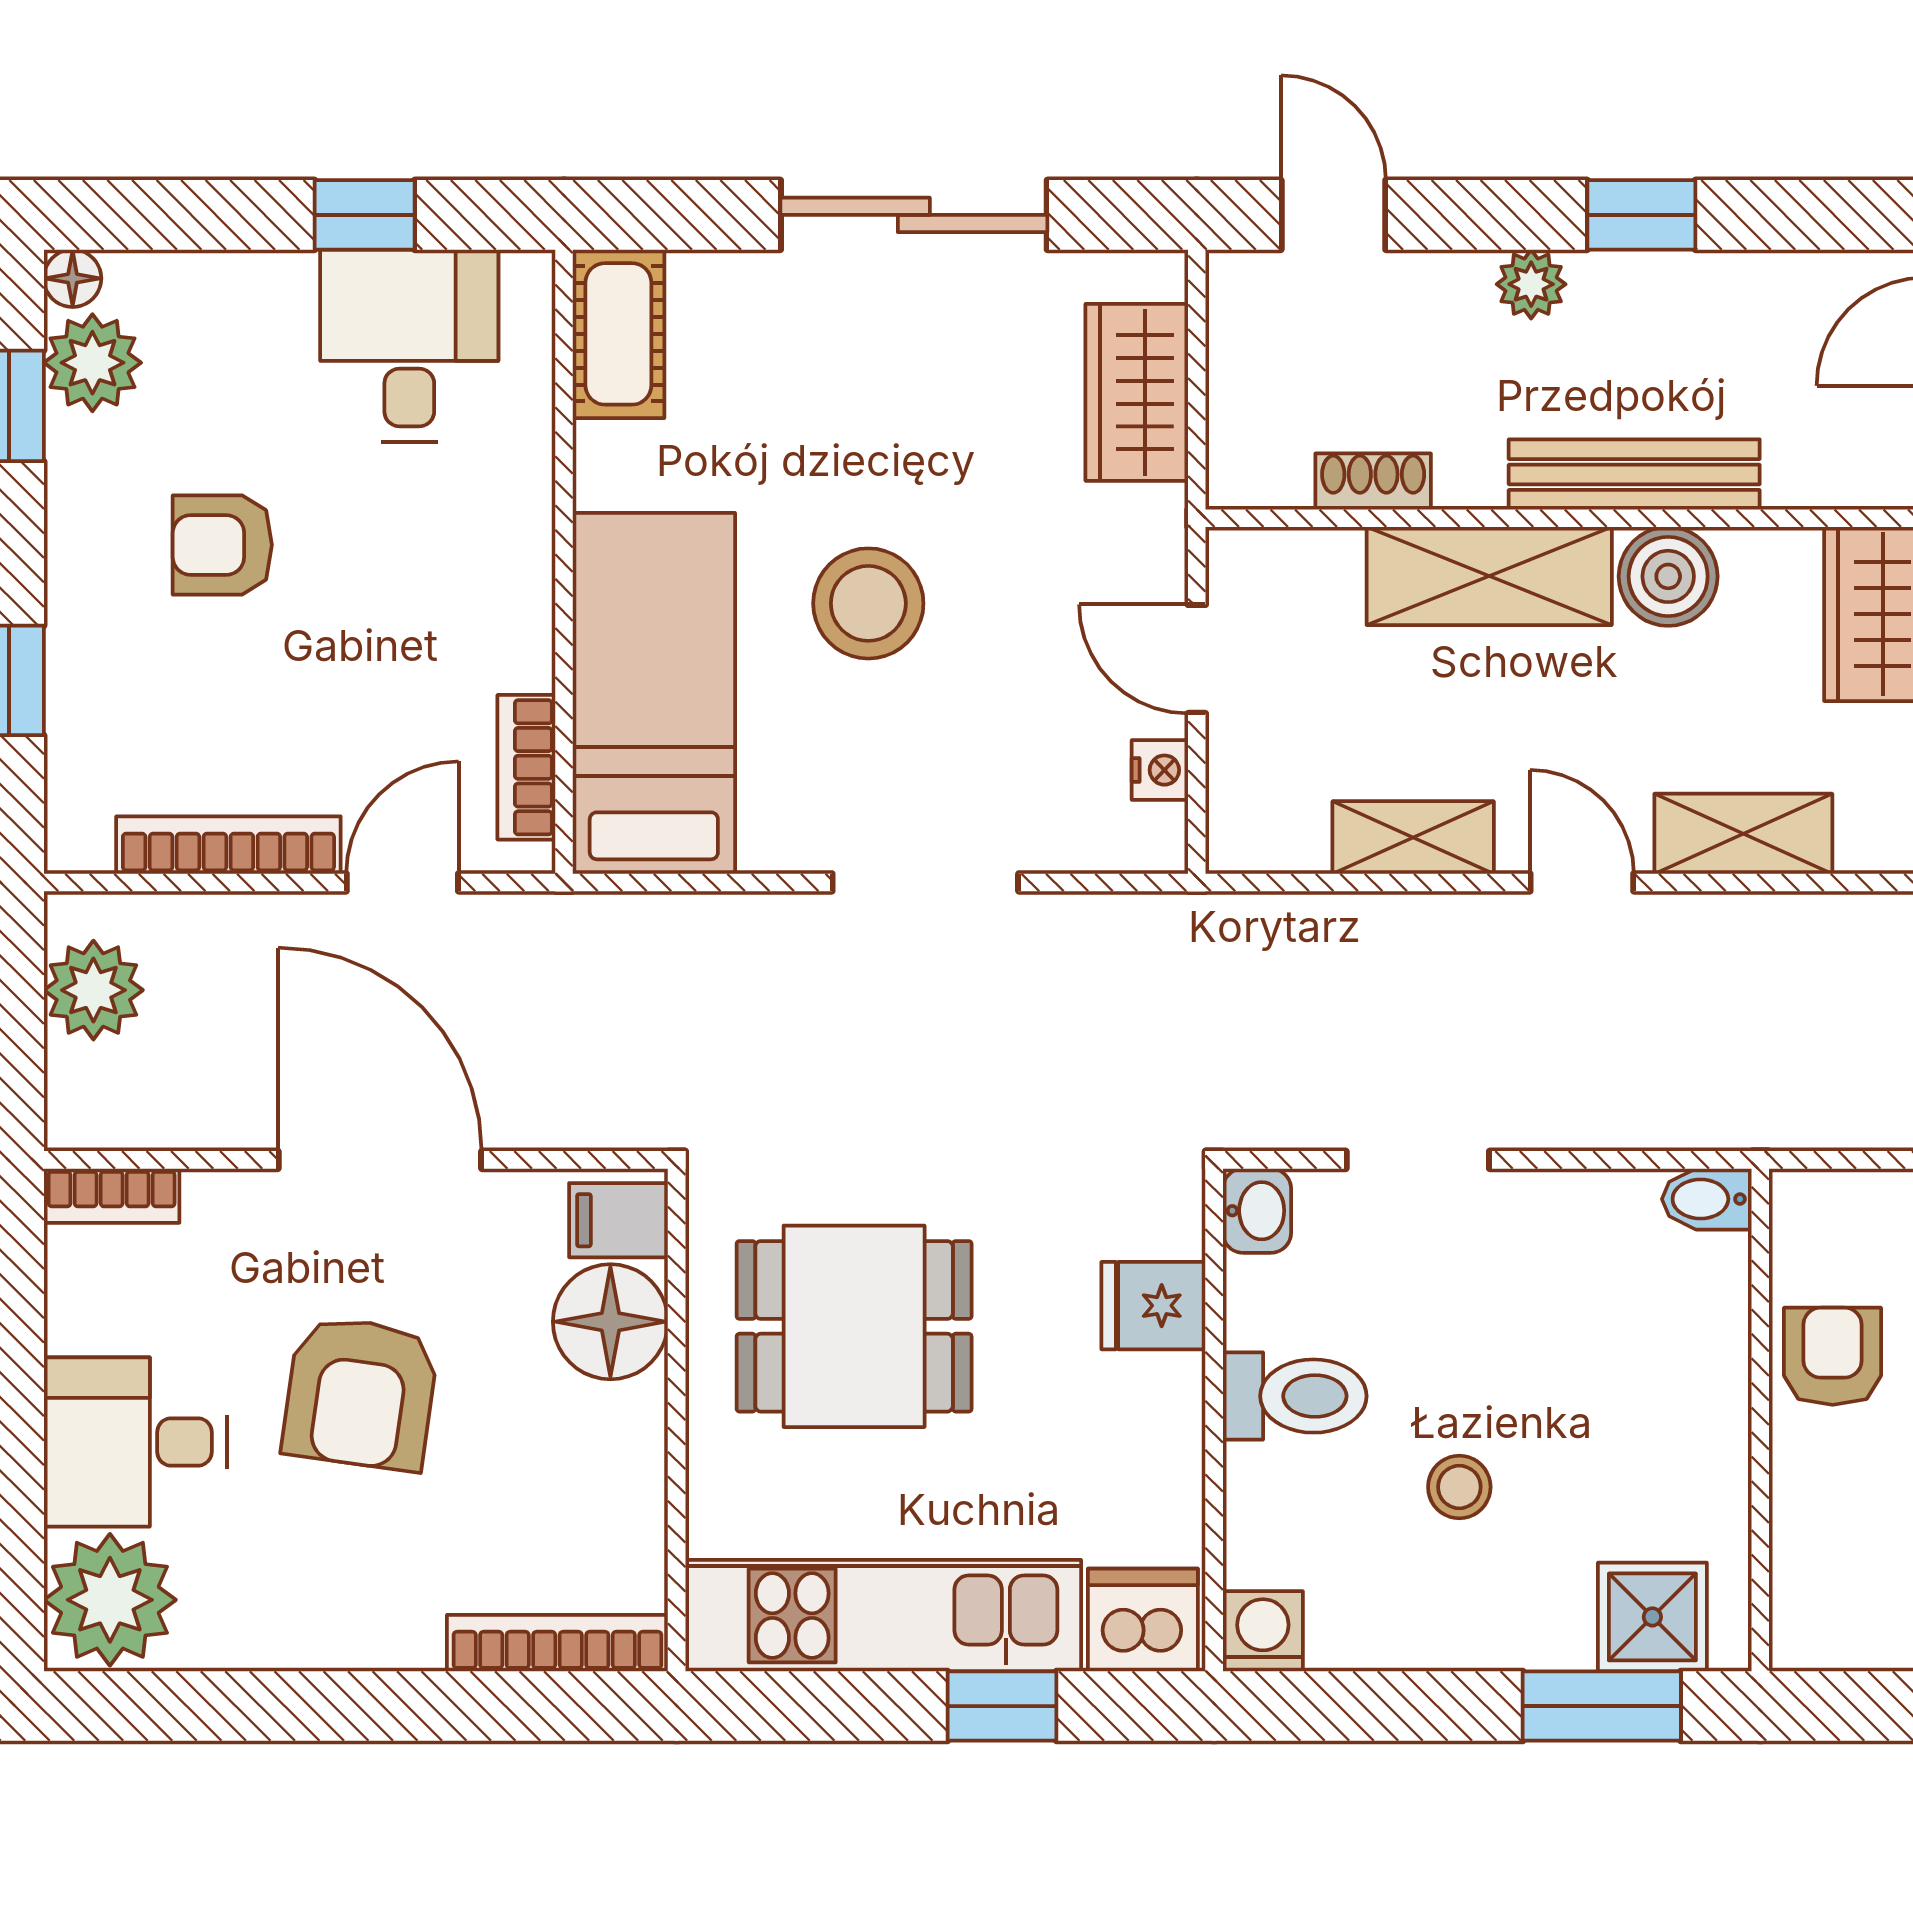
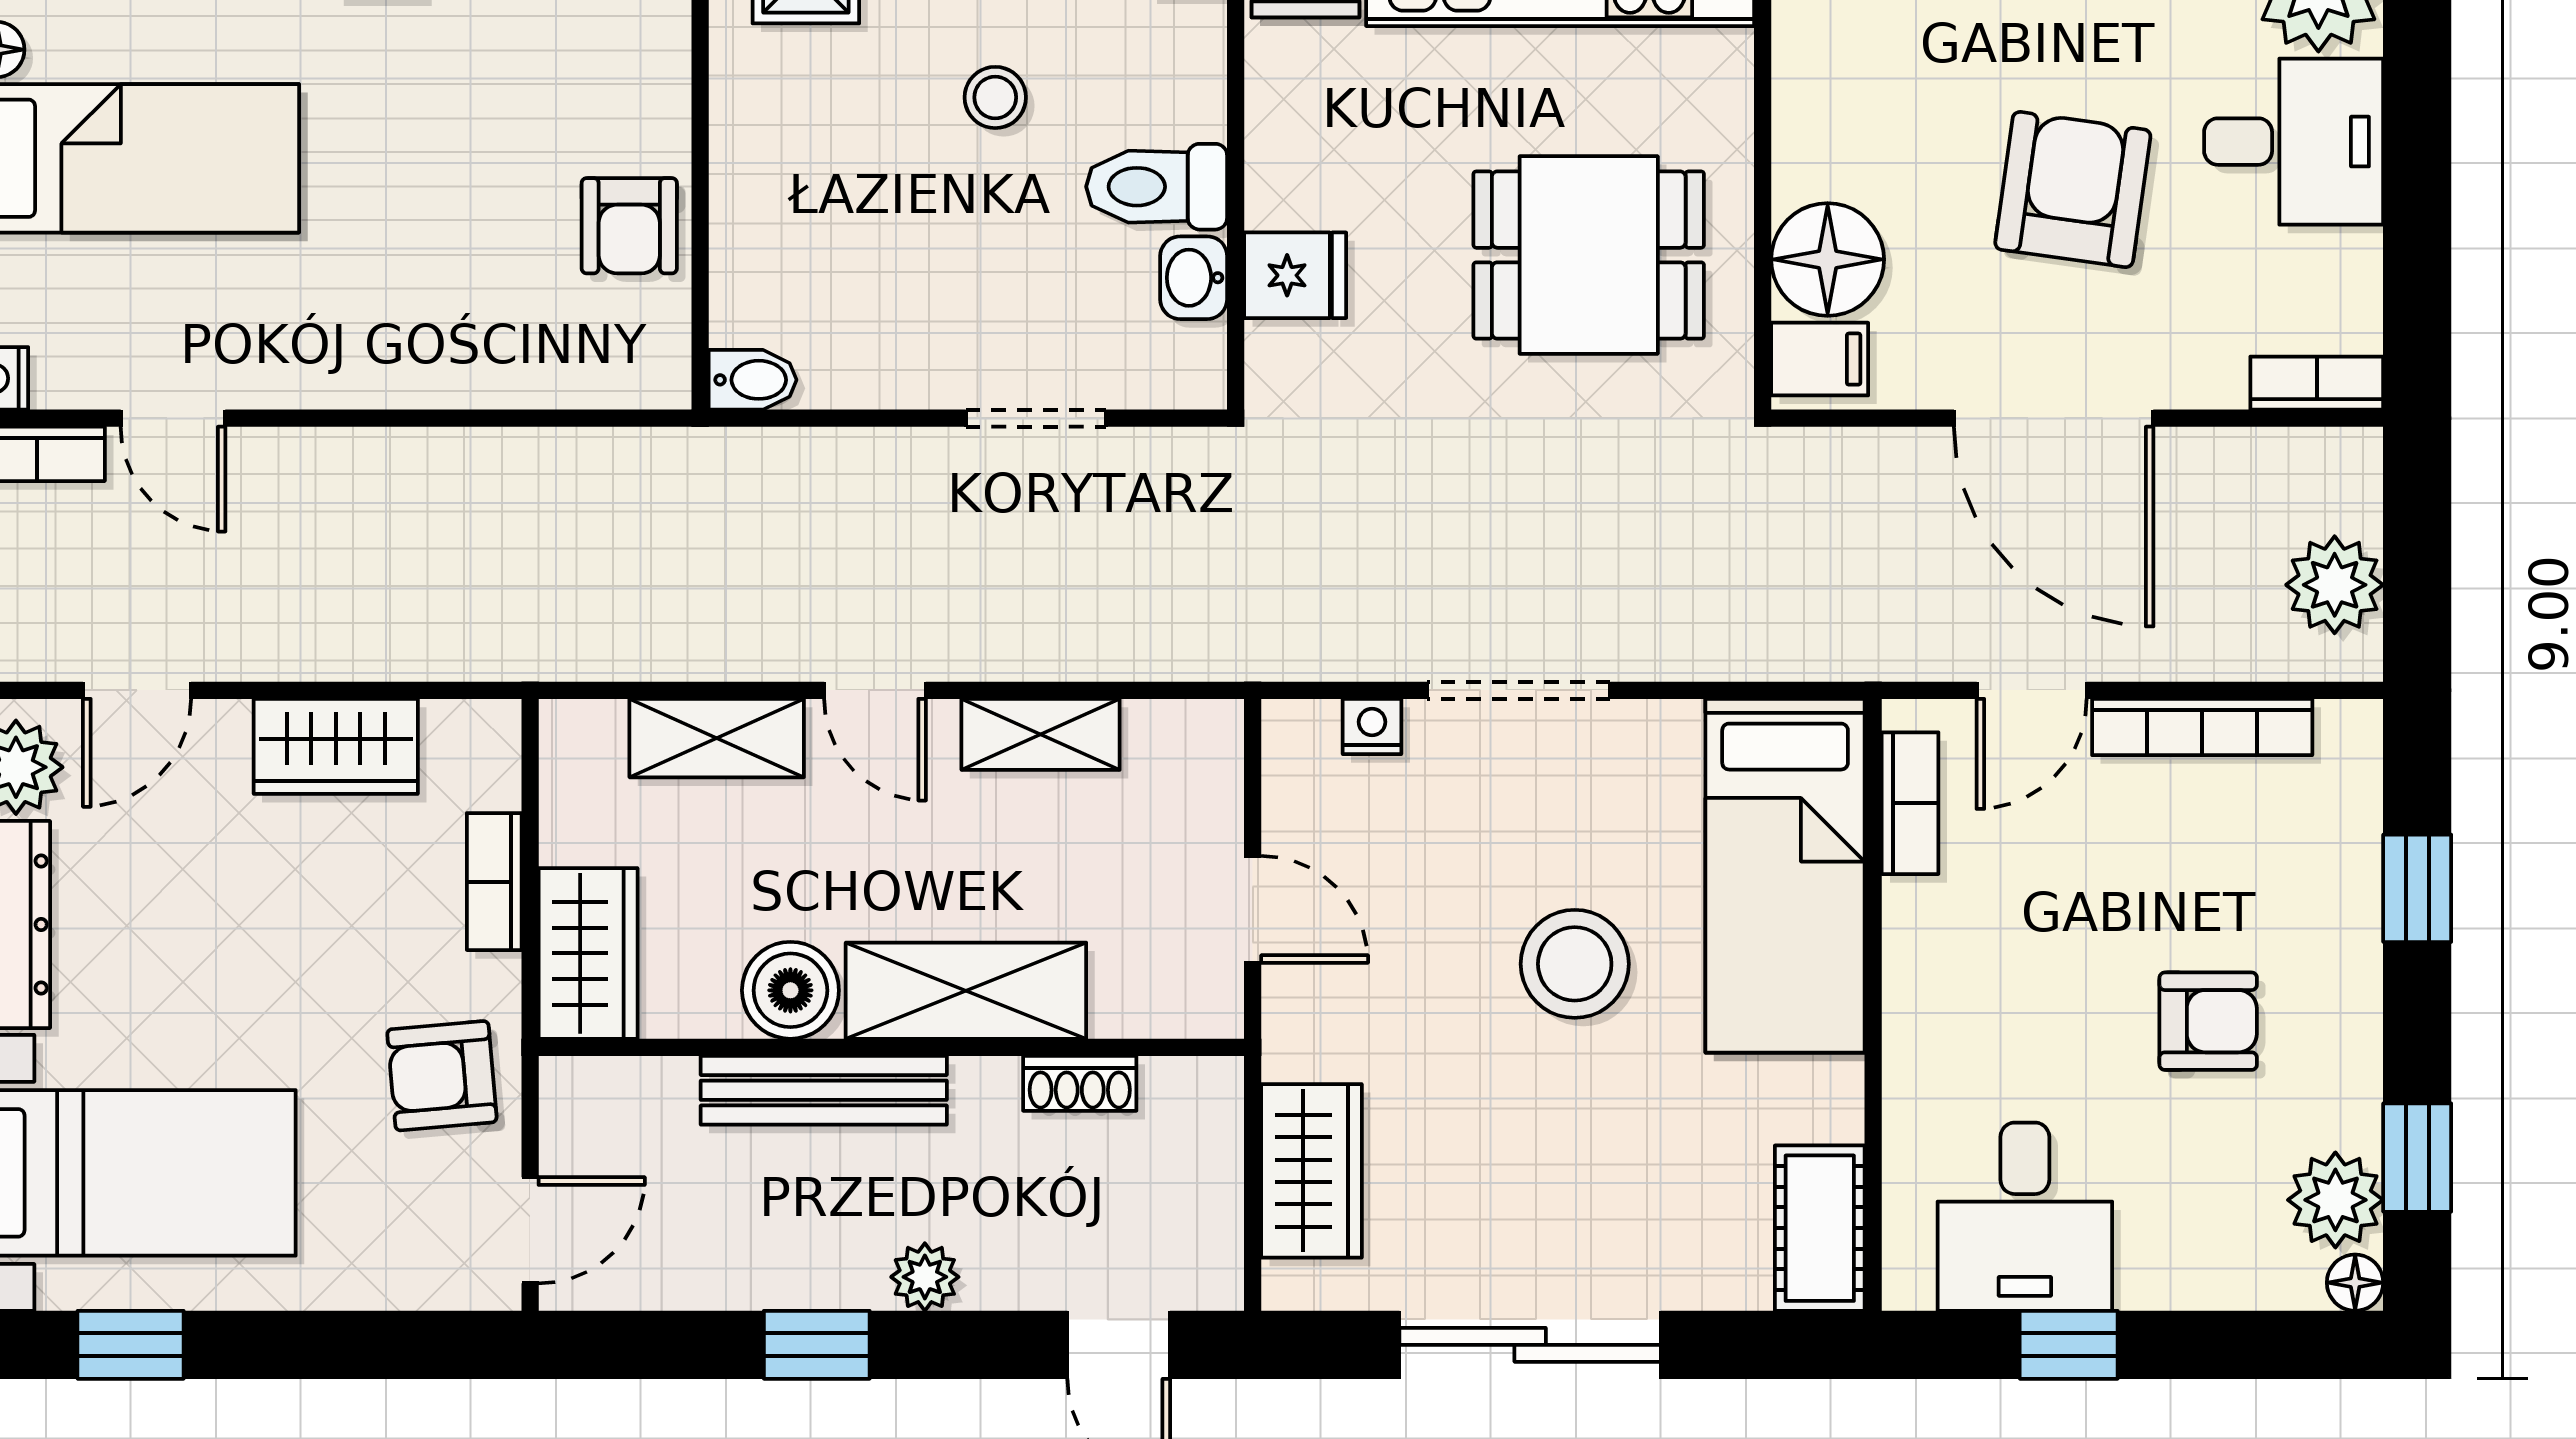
nightstand: (1160, 770) -> (1372, 726), moved, turned 90
washbasin: (1257, 1211) -> (1194, 278), moved

